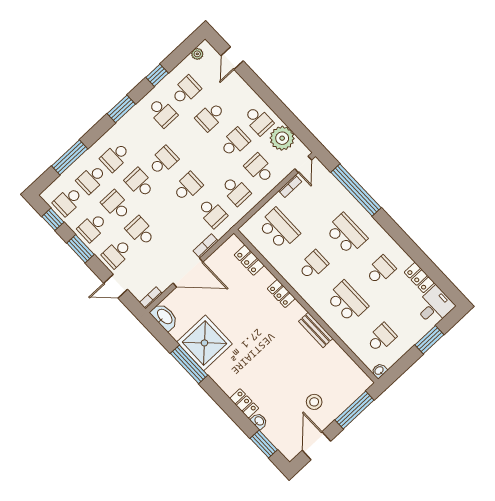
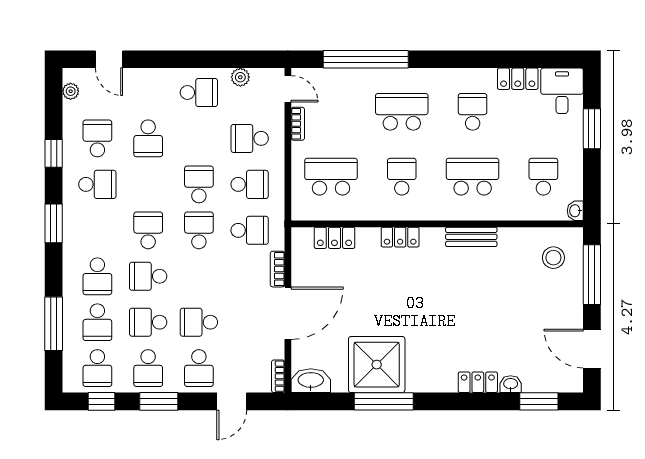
plant: (282, 138) -> (240, 77), width x0.53, depth x0.53
school desk: (235, 143) -> (199, 184), moved
stool: (314, 402) -> (553, 258), moved

